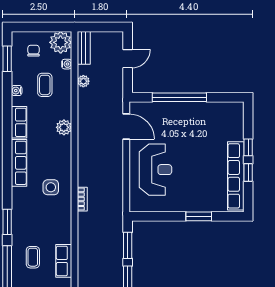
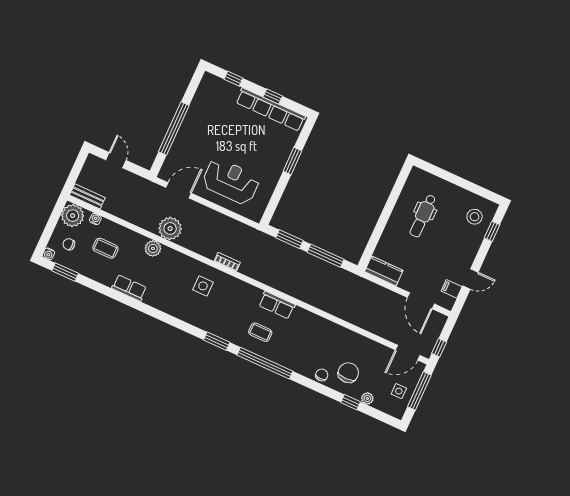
plant: (83, 81) -> (170, 228), moved, width x1.88, depth x1.88
water cooler: (17, 91) -> (49, 254), moved
window: (248, 147) -> (233, 79), moved
row of seats: (19, 163) -> (167, 305), removed

